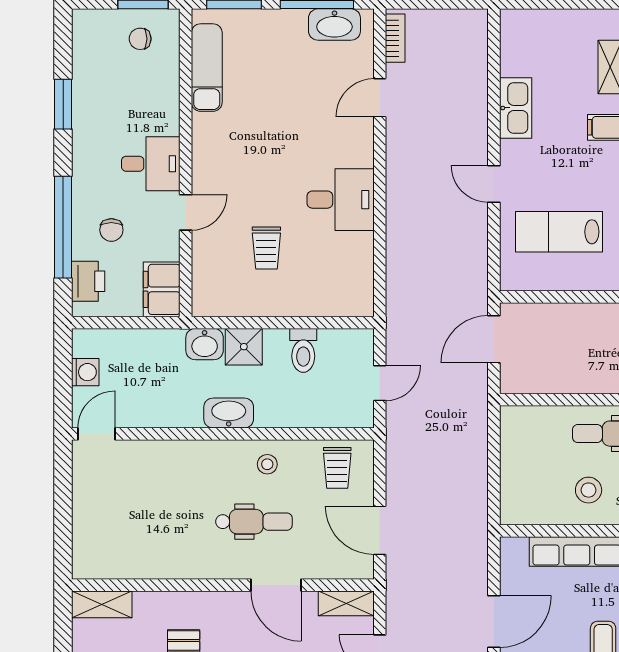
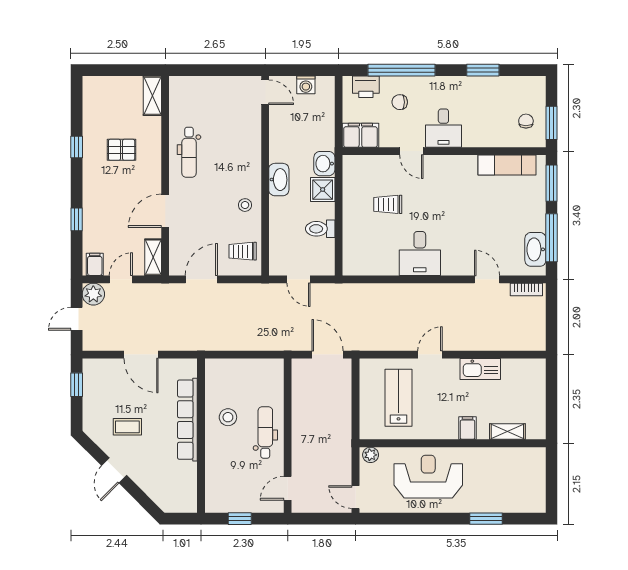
dental chair: (254, 522) -> (189, 152), moved

